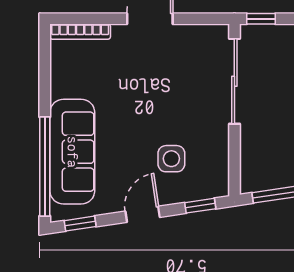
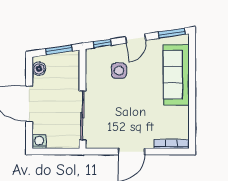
window: (261, 19) -> (67, 152), removed
window: (45, 167) -> (192, 66), removed
window: (80, 224) -> (172, 33), width x1.50

